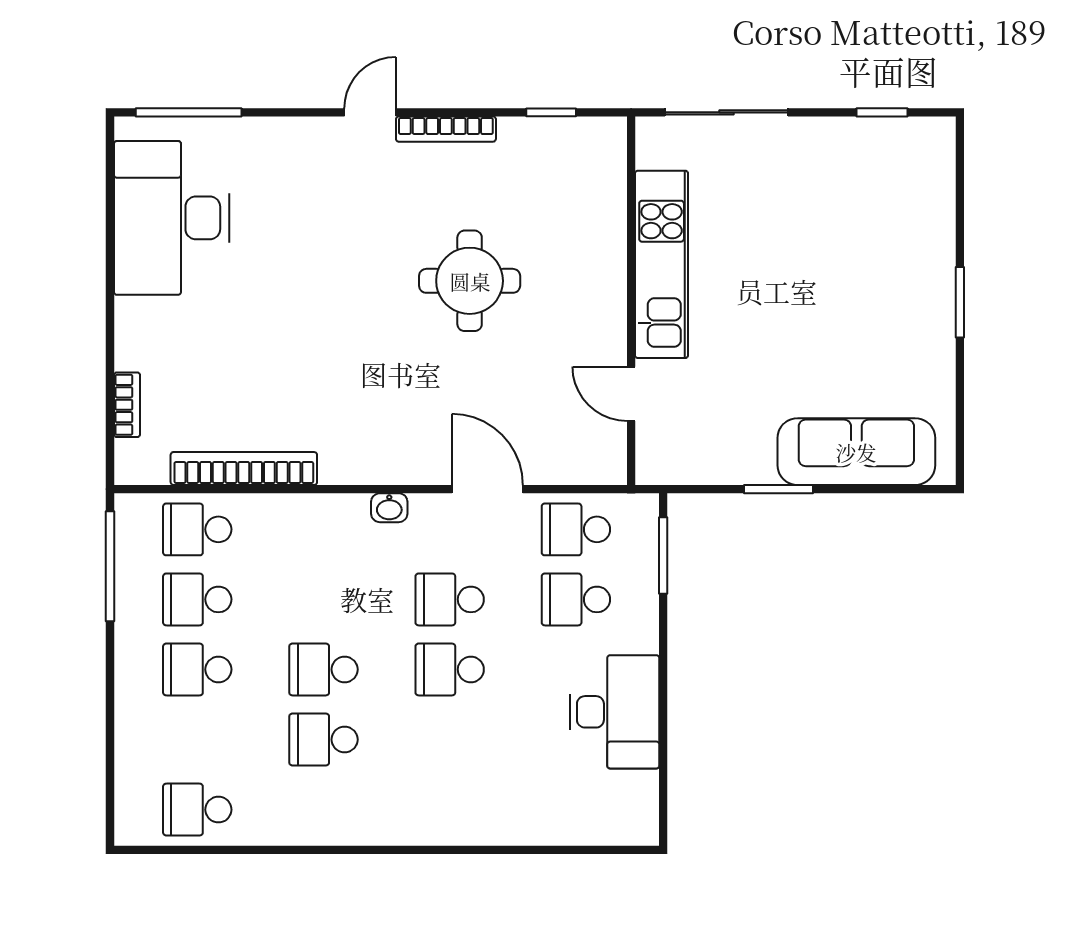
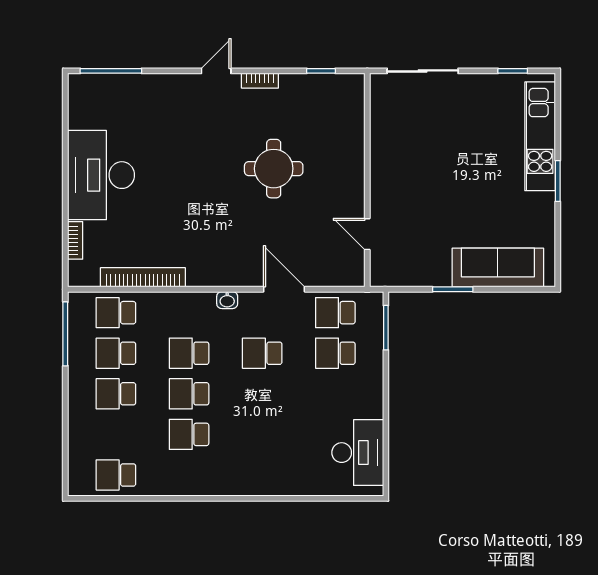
bookcase: (446, 129) -> (260, 81), width x0.64
desk: (172, 218) -> (101, 175), moved
kitchen unit: (662, 264) -> (540, 136), moved, turned 180
school desk: (450, 669) -> (189, 353), moved
desk: (615, 712) -> (358, 453), moved

